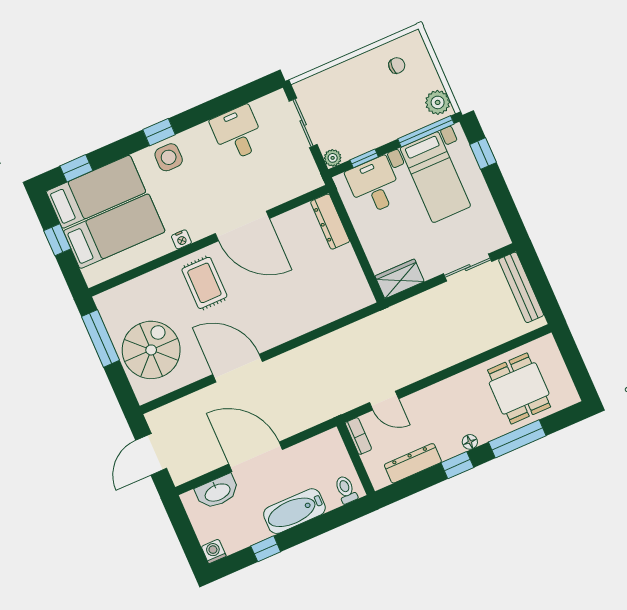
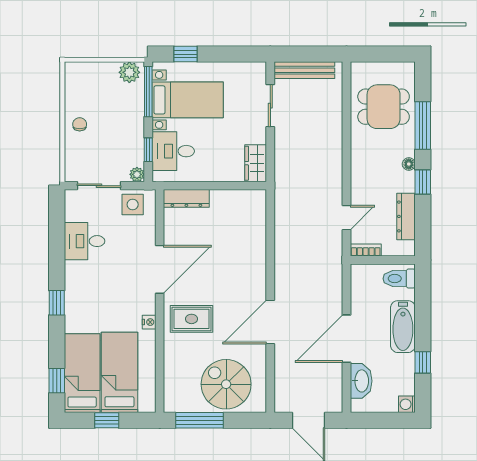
chair: (397, 65) -> (80, 124), moved
side table: (169, 157) -> (133, 205), moved
toilet: (346, 490) -> (399, 279), width x1.37, depth x1.39

